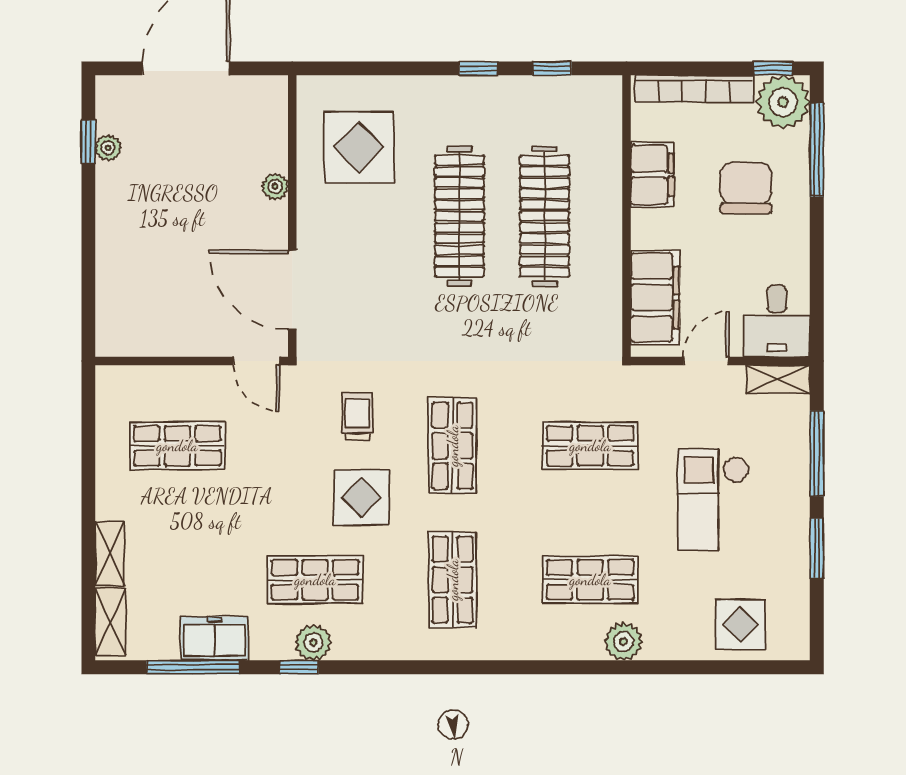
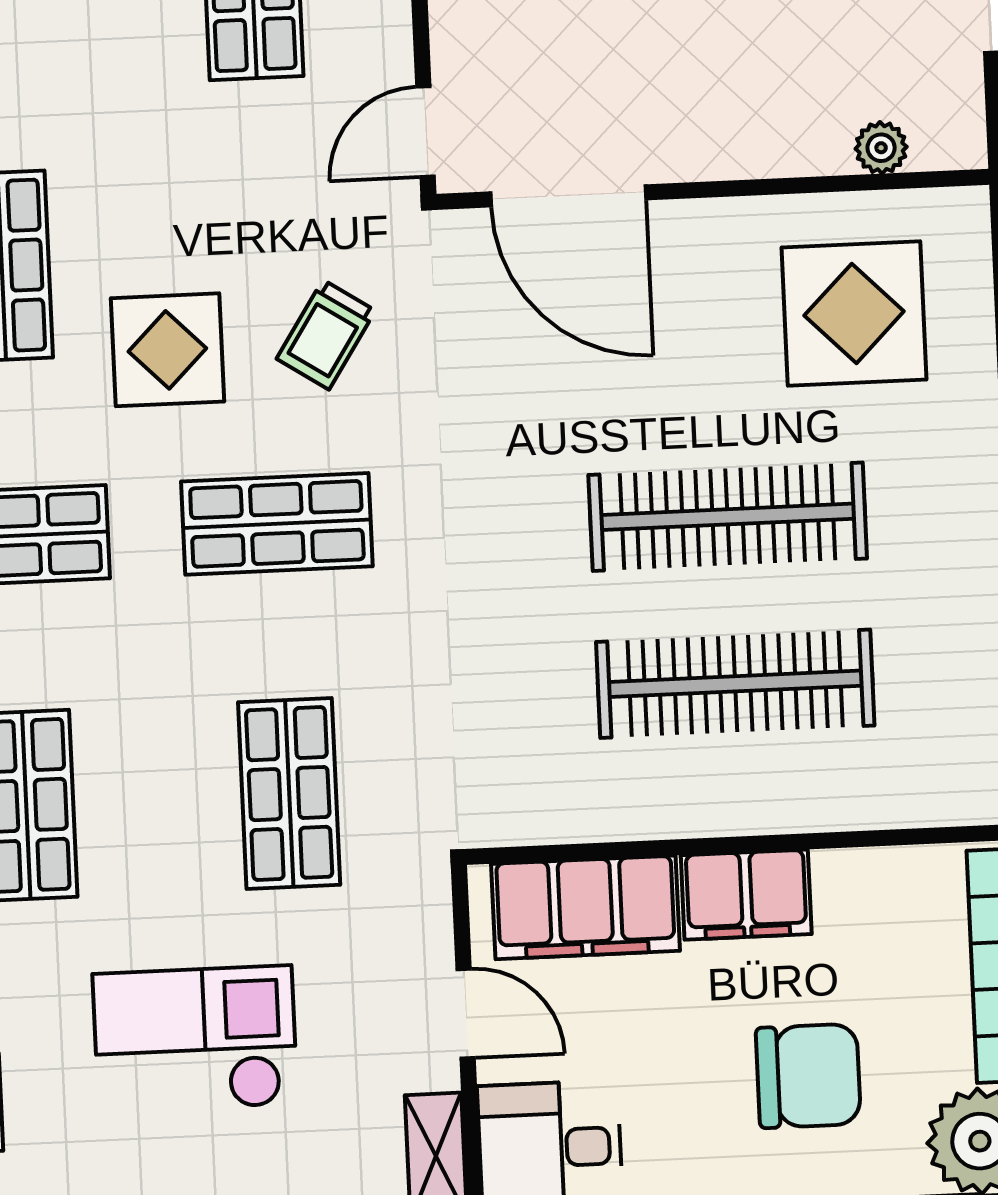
filing cabinet: (652, 175) -> (746, 895), moved
plant: (275, 186) -> (881, 148), moved
door: (292, 290) -> (568, 196), swing flipped
trolley: (357, 416) -> (326, 335), turned 123

